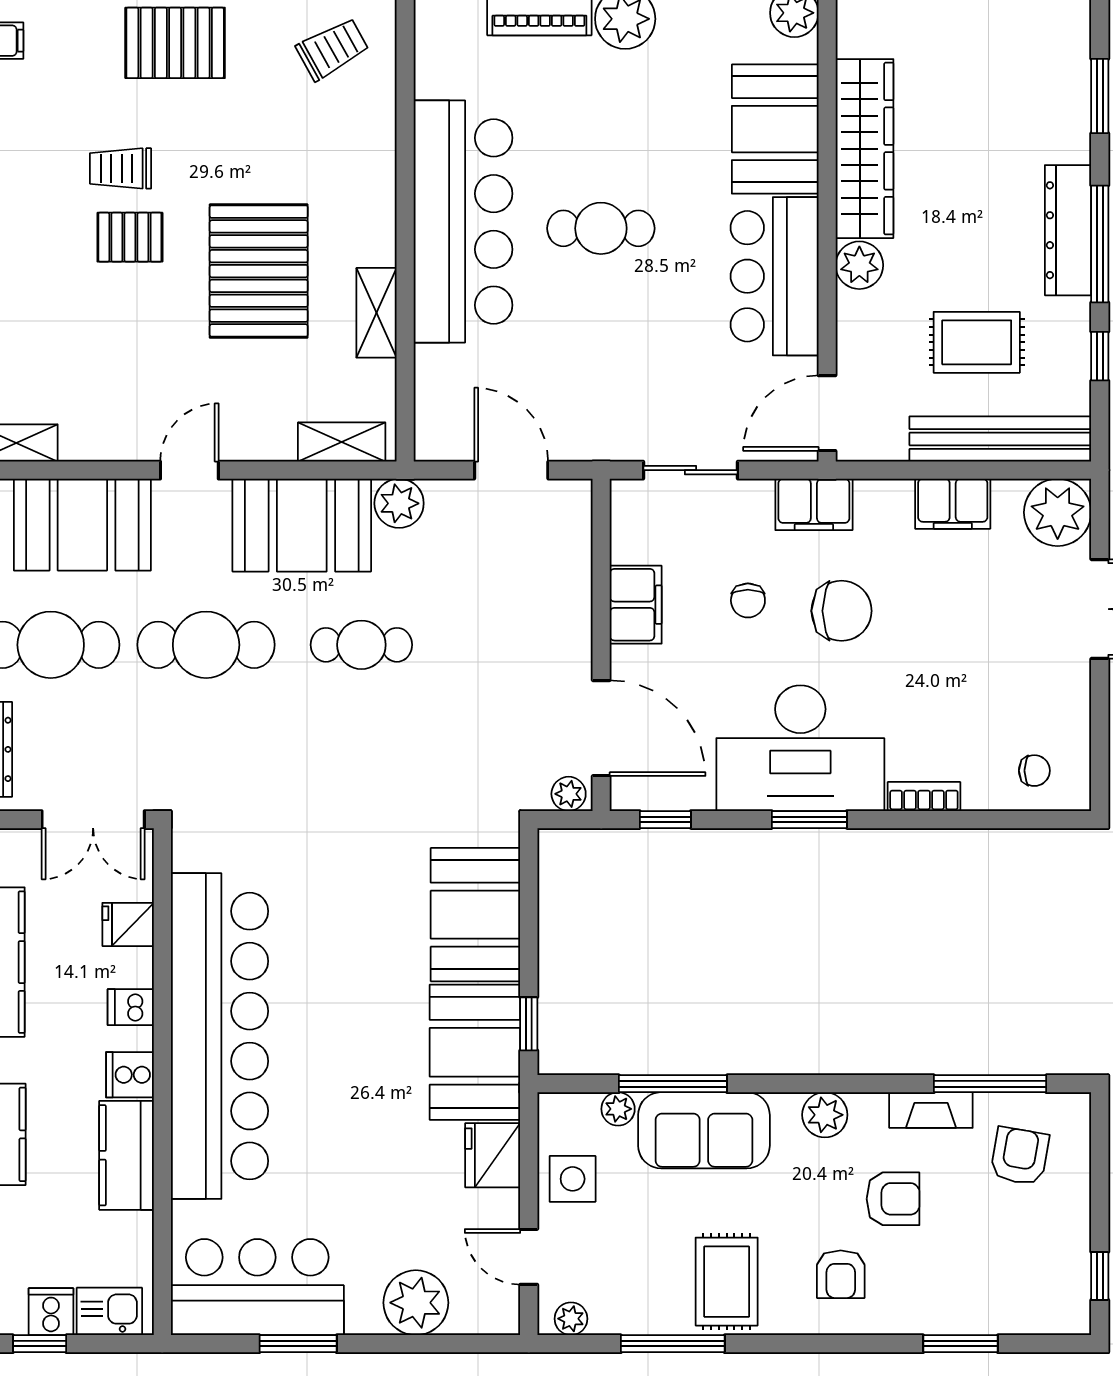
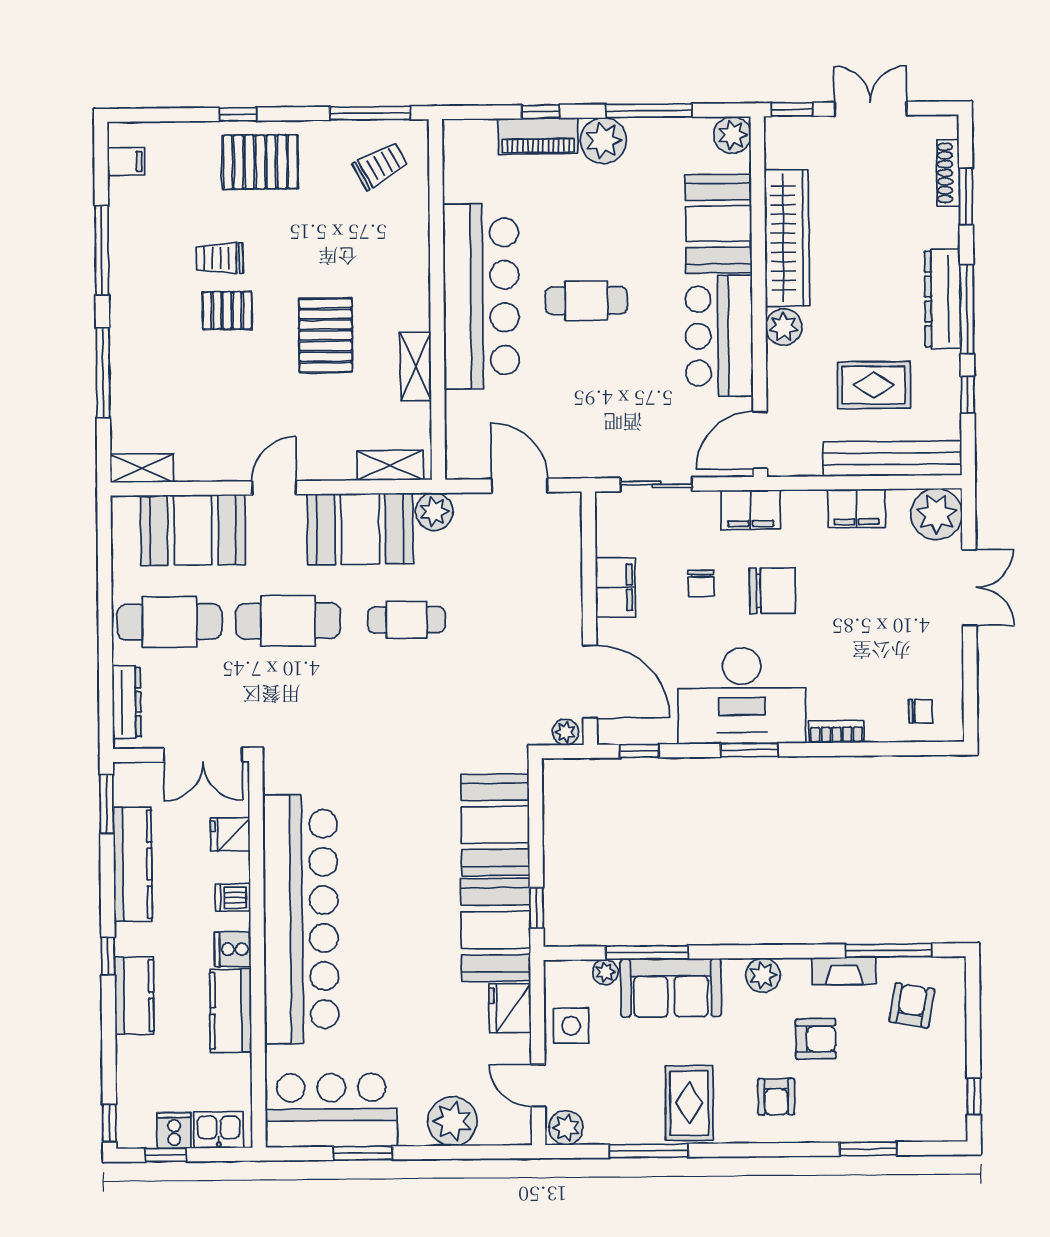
shoe rack: (1076, 65) -> (948, 173), added
pallet: (259, 271) -> (326, 335), width x0.73, depth x0.71
plant: (571, 1319) -> (566, 1128), width x1.38, depth x1.38

